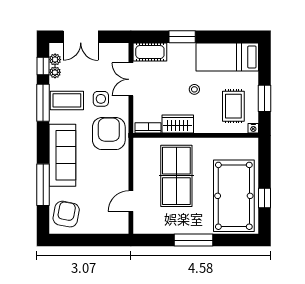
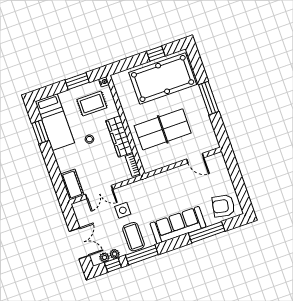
window: (182, 37) -> (40, 132), moved
wardrobe: (178, 124) -> (119, 136), width x1.50
armchair: (109, 134) -> (148, 194), removed

